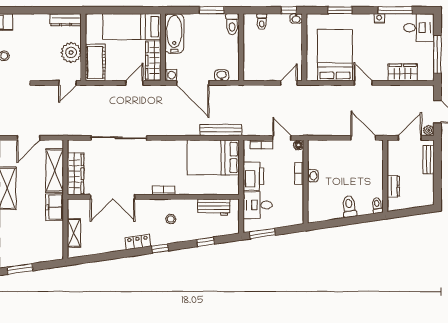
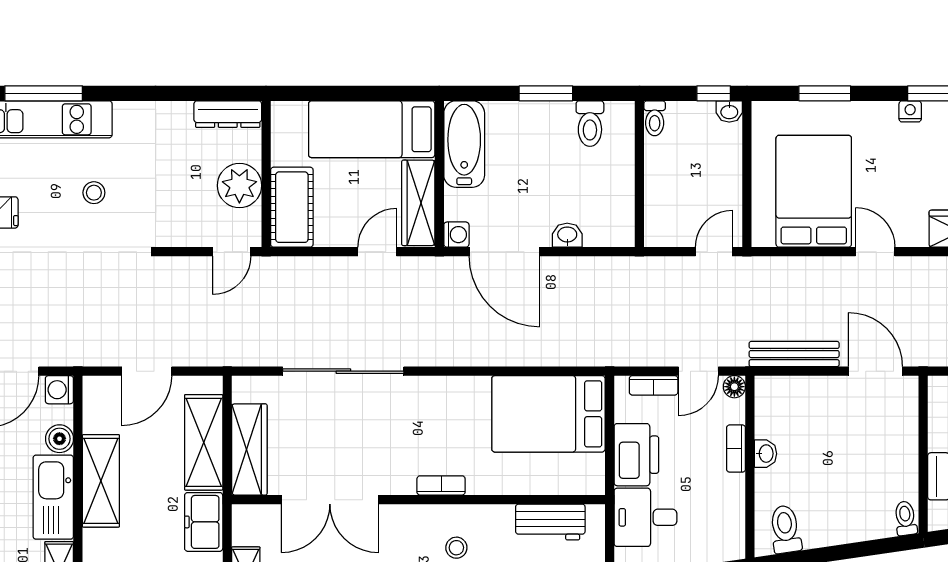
wall: (241, 47) -> (639, 174), moved
bench: (221, 130) -> (794, 354), moved
door: (282, 138) -> (698, 371), swing flipped
toilet: (349, 207) -> (785, 529), moved

